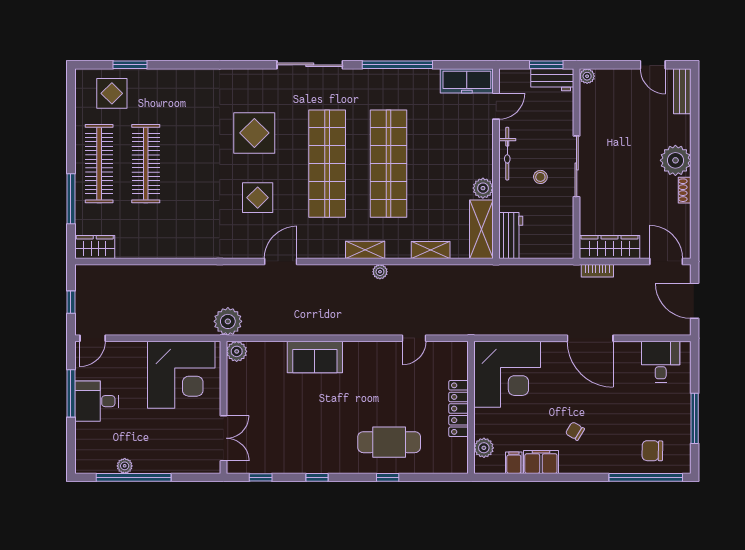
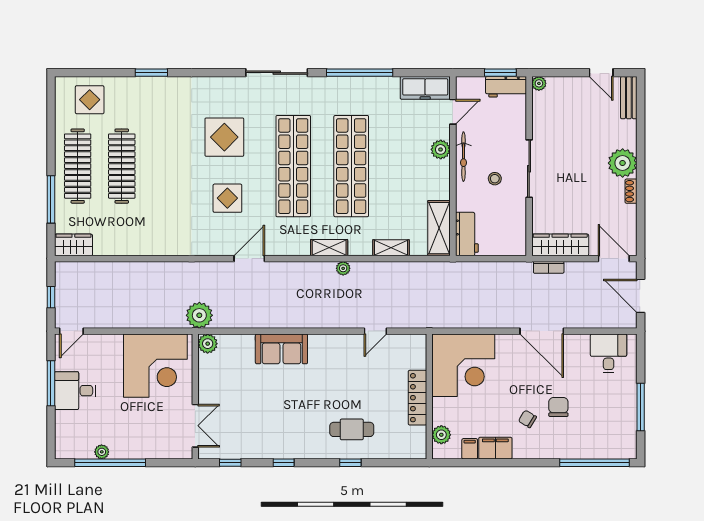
window: (130, 65) -> (151, 73), moved
plant: (483, 188) -> (441, 149), moved
cafe table: (389, 442) -> (352, 429), width x0.73, depth x0.74
chair: (652, 451) -> (558, 407), moved, turned 89

